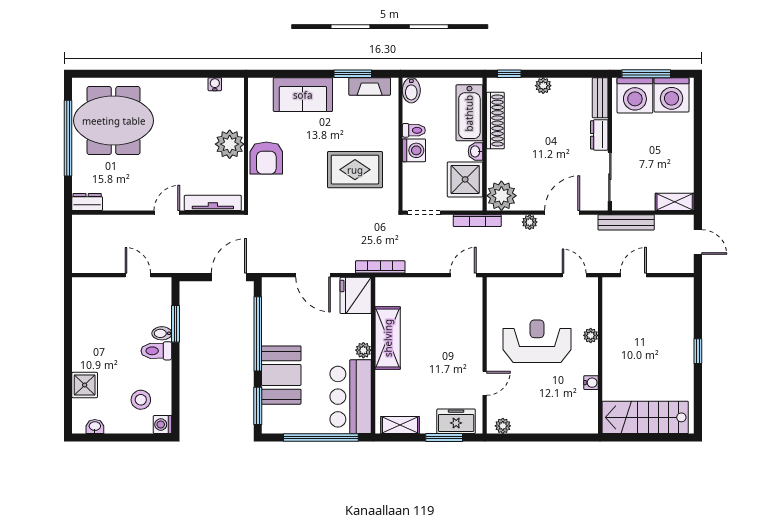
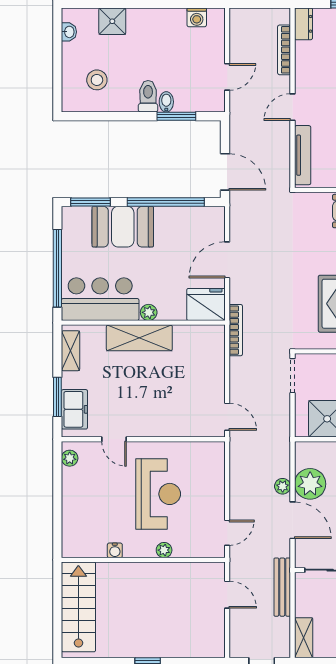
plant: (501, 196) -> (310, 484), moved
door: (167, 213) -> (292, 107), swing flipped
bookcase: (477, 221) -> (284, 50), moved
shelving: (388, 338) -> (139, 338), moved
washing machine: (163, 425) -> (197, 17), moved, turned 180

